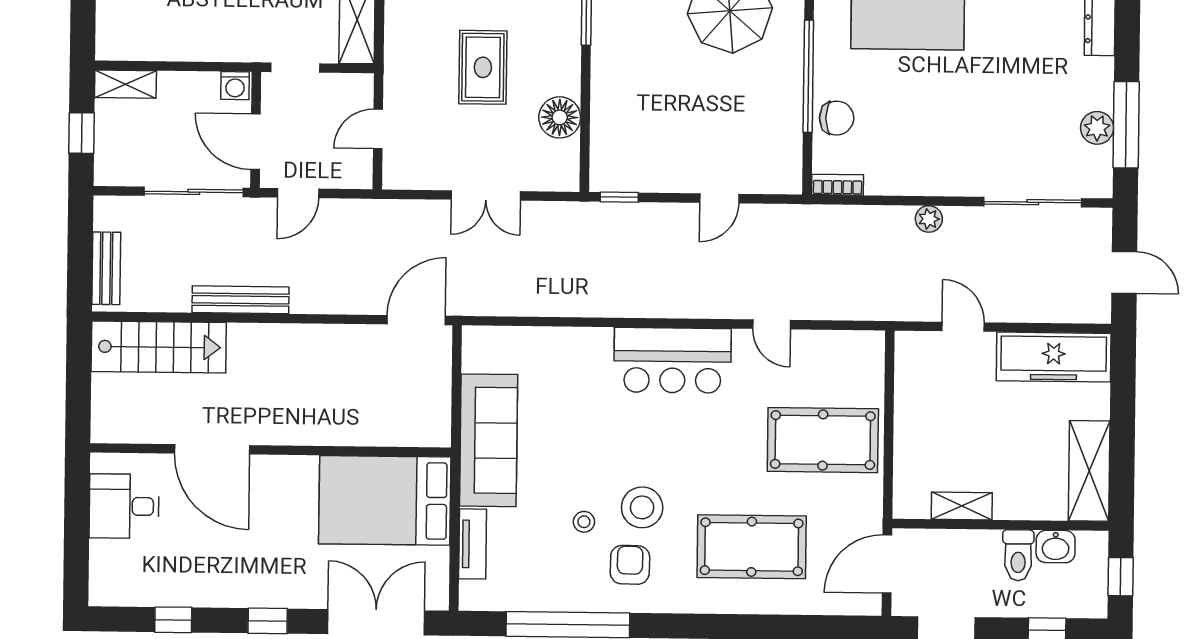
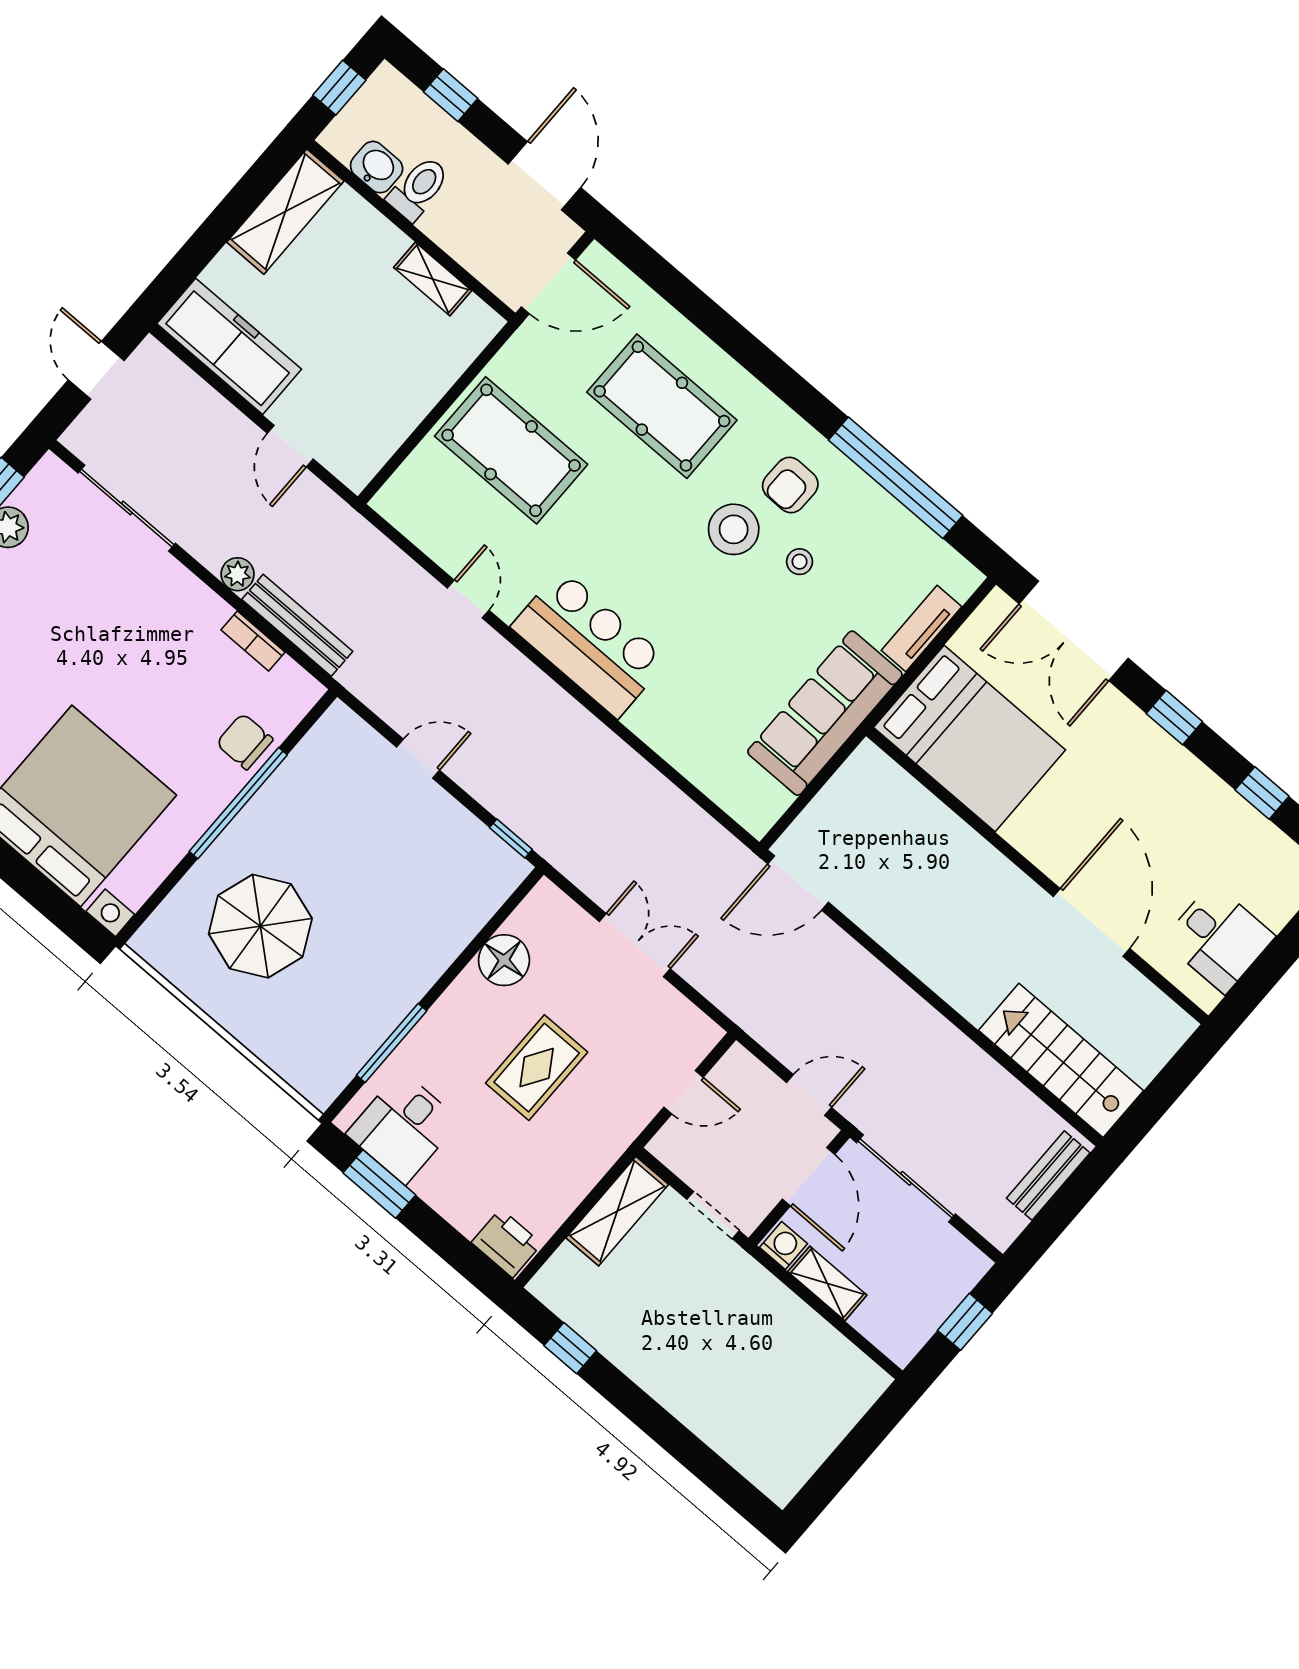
shelving: (125, 84) -> (827, 1283), moved
bookcase: (838, 185) -> (253, 641), moved
bench: (240, 300) -> (297, 625), moved

